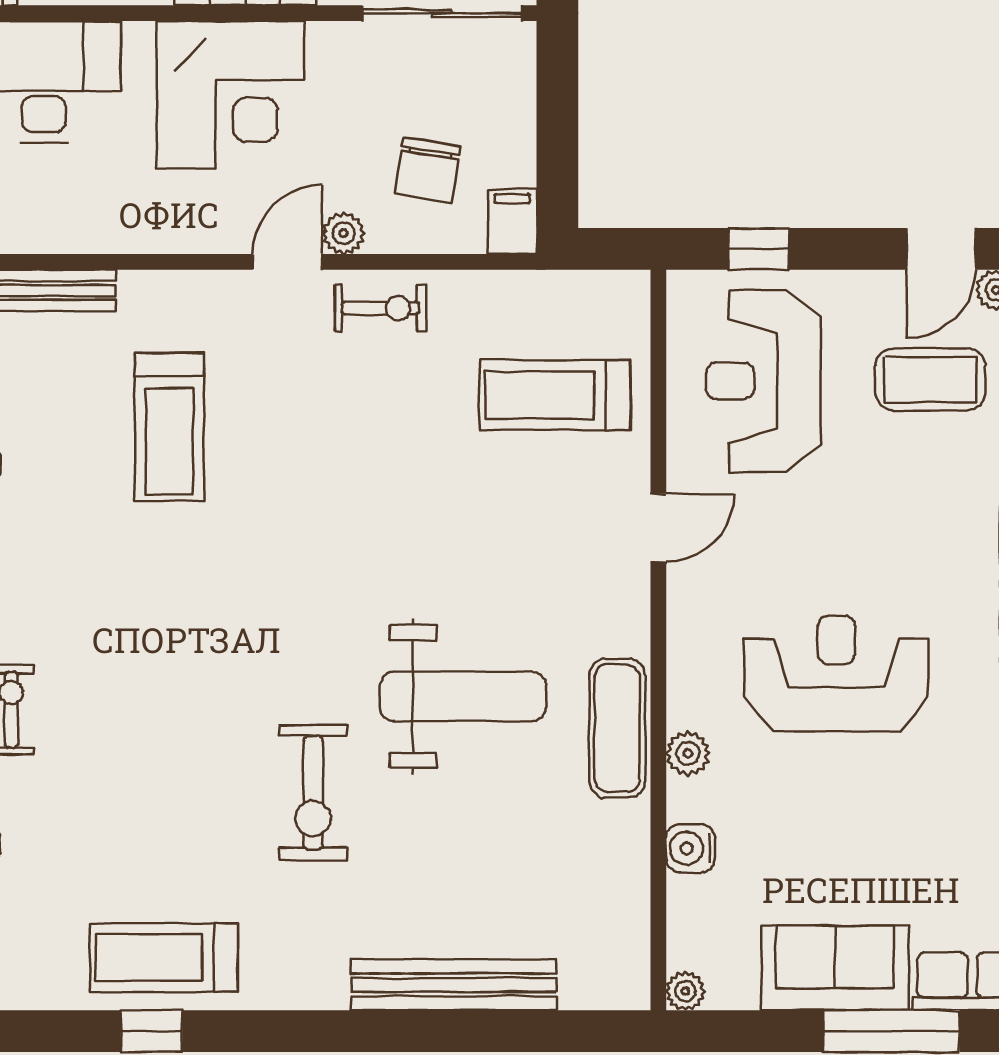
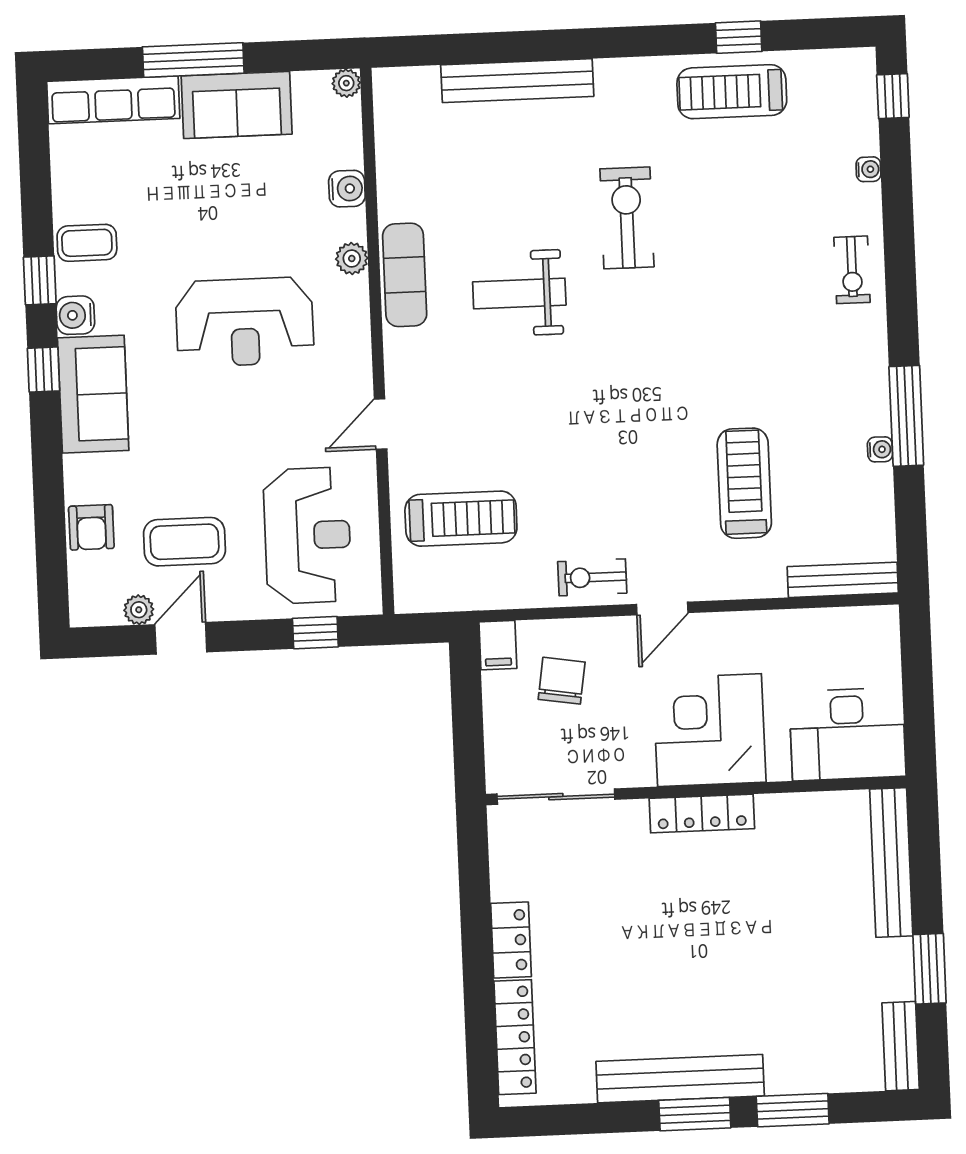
plant: (343, 233) -> (622, 631), removed
weight bench: (463, 696) -> (519, 293), width x0.73, depth x0.75
treadmill: (164, 958) -> (732, 92), turned 180

